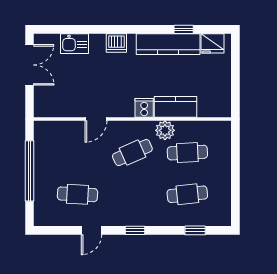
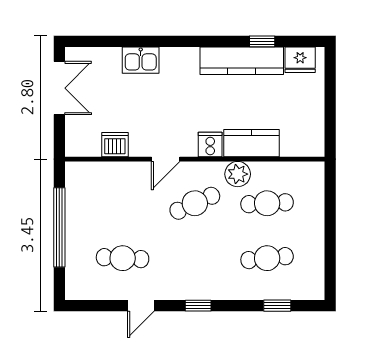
dishwasher: (116, 43) -> (115, 145), moved, turned 180
kitchen sink: (75, 44) -> (141, 60), moved
door: (96, 119) -> (166, 159), moved

